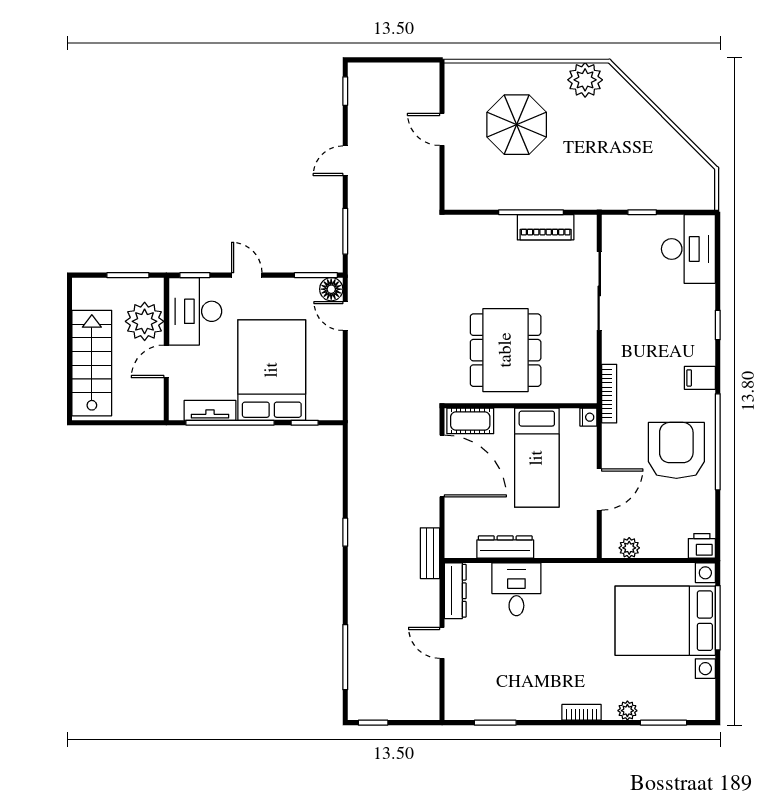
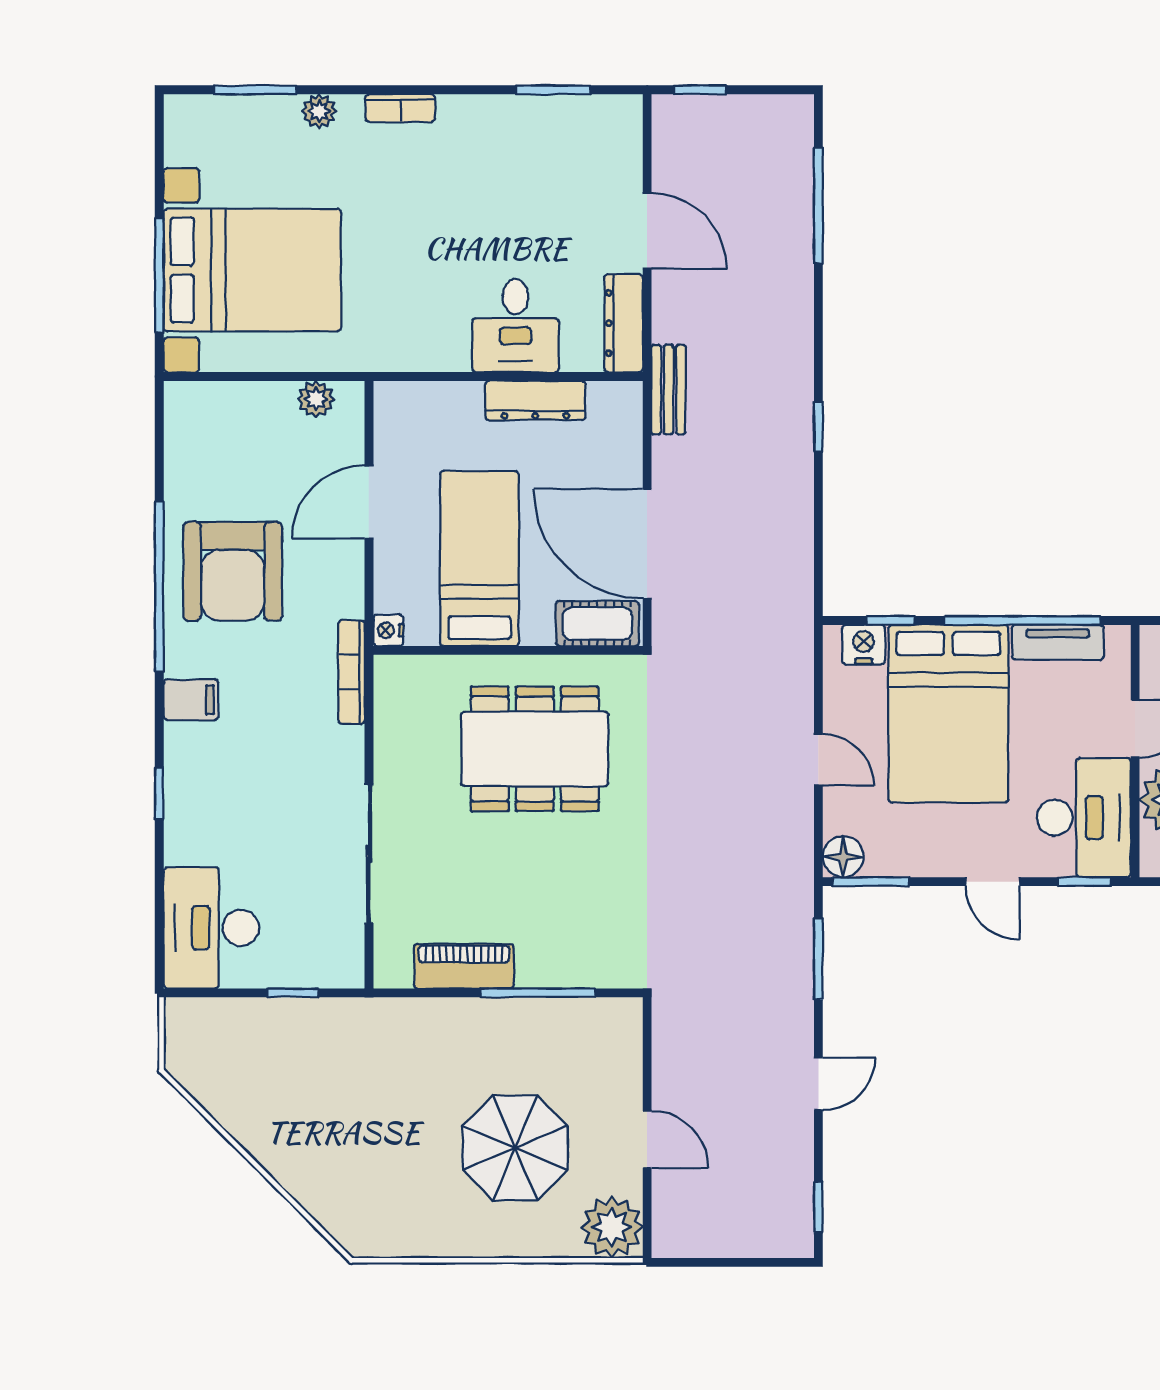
plant: (585, 80) -> (612, 1227), moved
window: (531, 212) -> (538, 993), moved
door: (345, 316) -> (818, 760), moved
dining table: (506, 350) -> (535, 749), turned 90
nightstand: (320, 409) -> (864, 644), added
printer: (702, 546) -> (187, 402), removed
door: (442, 643) -> (647, 231), width x1.38
window: (373, 723) -> (700, 90), moved

